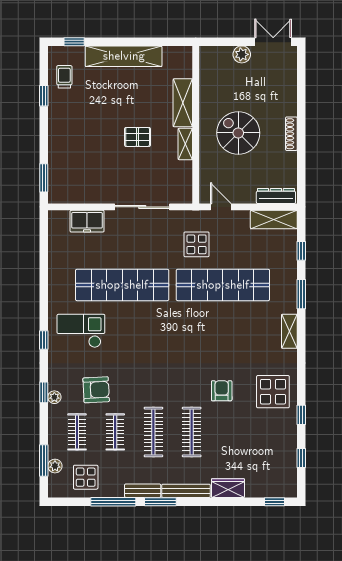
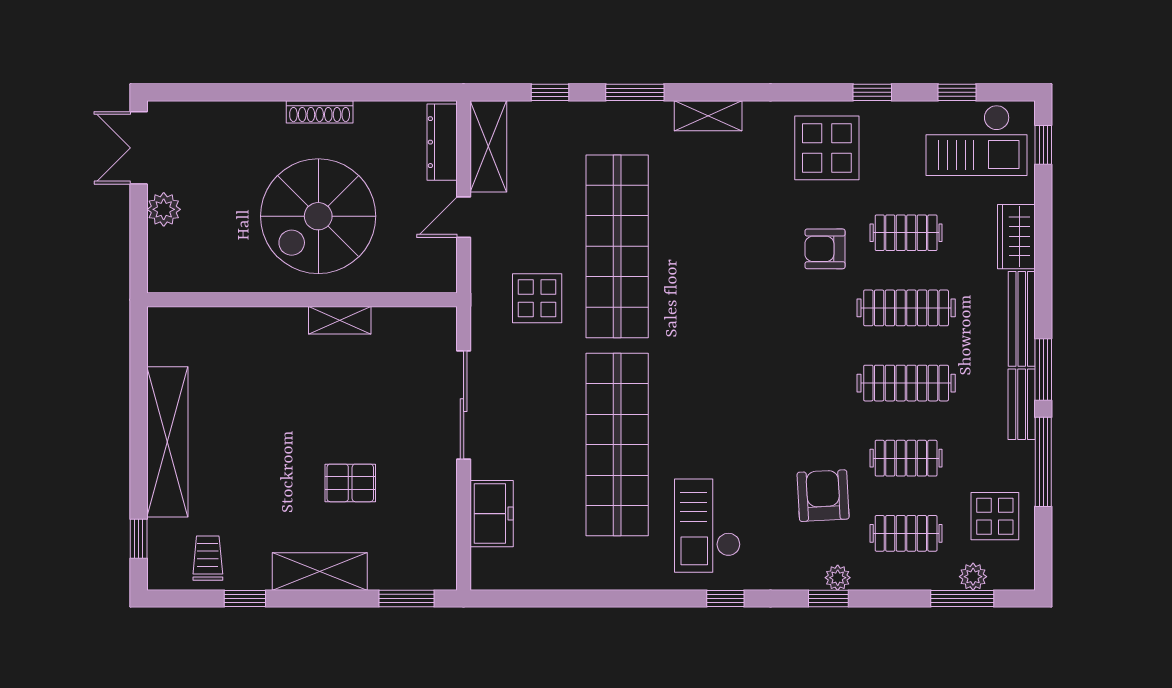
trolley: (64, 77) -> (208, 558), turned 90
shelving: (183, 103) -> (320, 571), moved
spiral stairs: (238, 133) -> (318, 216), width x1.37, depth x1.37
pallet: (138, 137) -> (350, 483), moved, turned 90
door: (221, 207) -> (464, 217), moved
clothes rail: (230, 432) -> (906, 233), added
checkout: (277, 468) -> (976, 140), added

